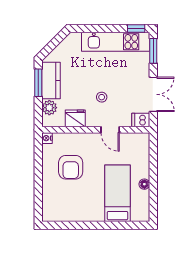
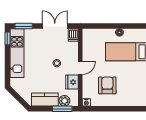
window: (38, 83) -> (62, 109), moved
door: (110, 130) -> (80, 68), moved
armchair: (71, 167) -> (107, 85), turned -90

